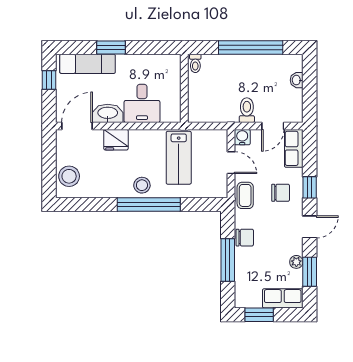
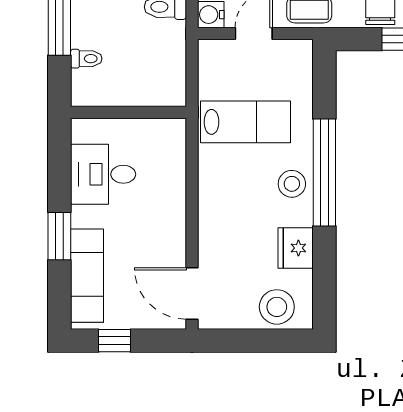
toilet: (195, 63) -> (86, 59), moved
desk: (142, 103) -> (103, 174), moved, turned 180
washbasin: (108, 113) -> (171, 242), removed
fridge: (116, 140) -> (296, 248), moved, turned 180

